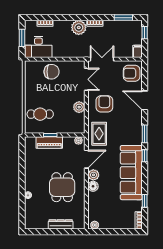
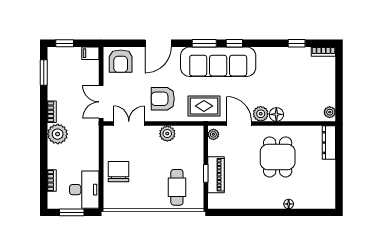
sofa: (131, 173) -> (218, 62), moved
dining table: (62, 187) -> (278, 157), turned 90
dresser: (61, 224) -> (329, 143), moved

